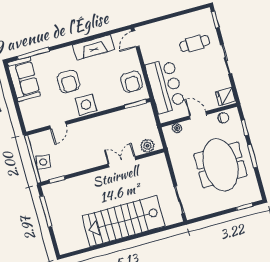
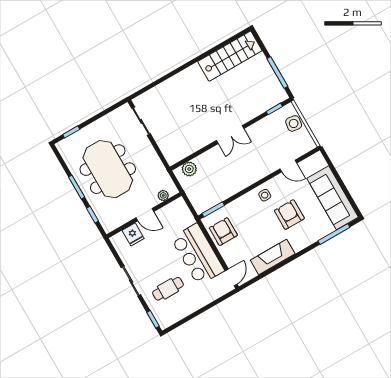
sofa: (24, 79) -> (333, 198), width x1.36
bar counter: (165, 86) -> (198, 254), moved
fridge: (225, 96) -> (133, 234), moved, turned 90
side table: (86, 105) -> (265, 195), width x0.54, depth x0.54
chair: (223, 118) -> (118, 219), removed
door: (58, 125) -> (288, 166), swing flipped
double door: (122, 162) -> (230, 135), moved
stairs: (123, 221) -> (230, 56), moved, width x0.73, depth x0.66

